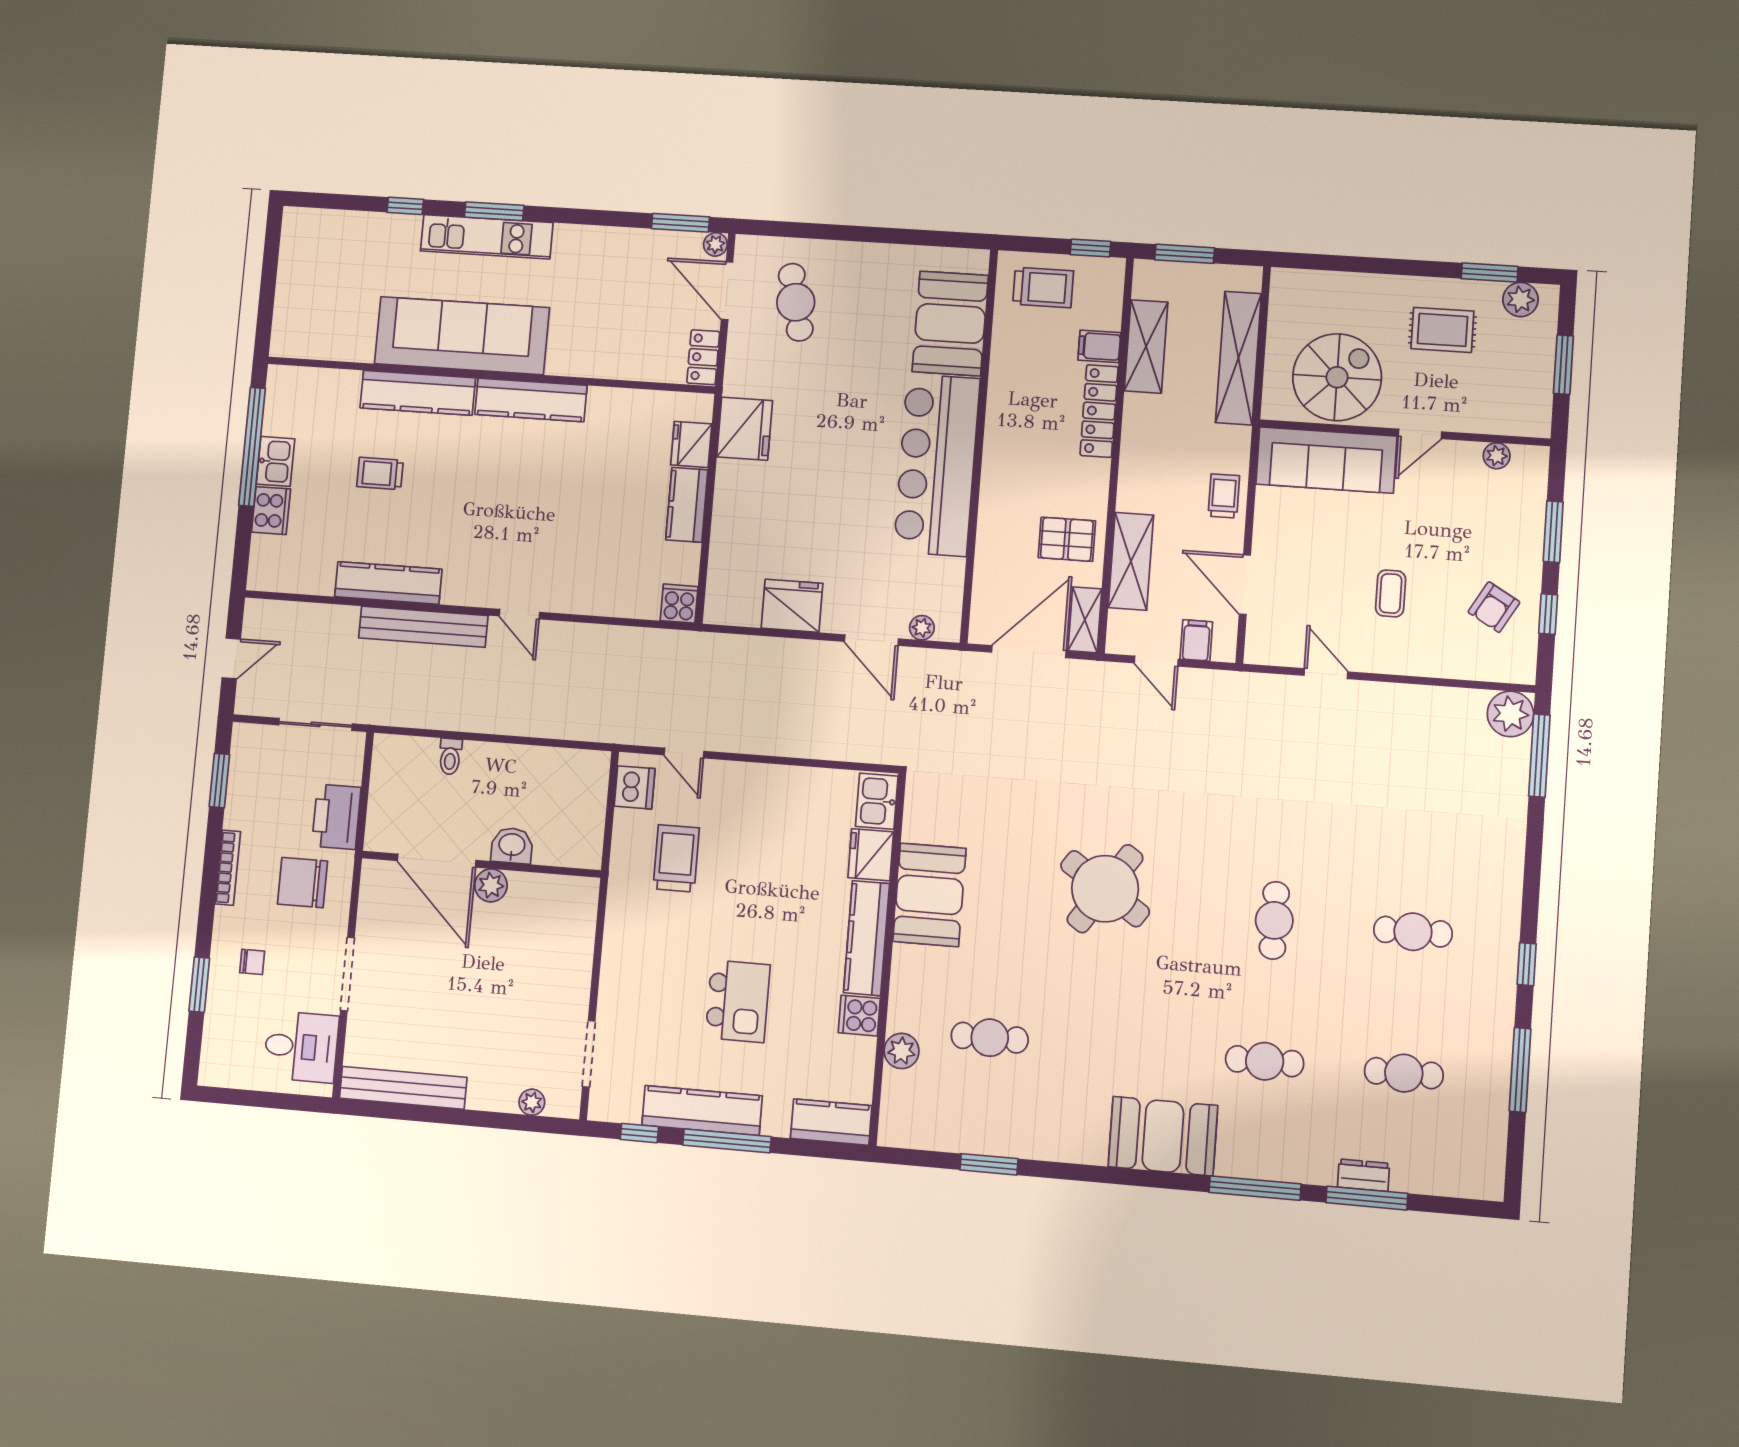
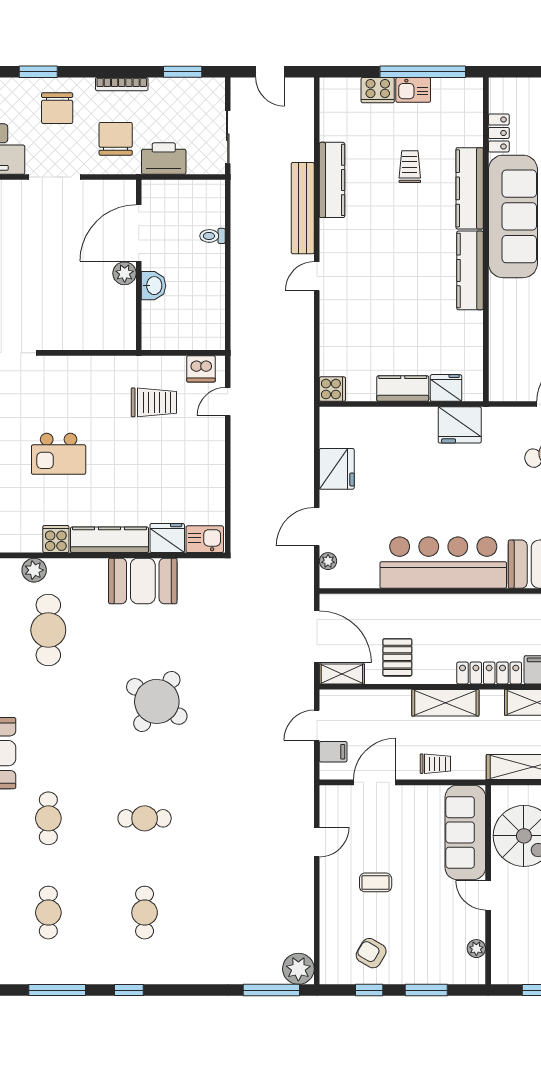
locker: (703, 357) -> (499, 133), moved, turned 90
shelving: (1131, 561) -> (445, 703), moved
chair: (252, 962) -> (57, 108), width x1.87, depth x1.87
cafe table: (990, 1038) -> (48, 630), width x1.37, depth x1.35

